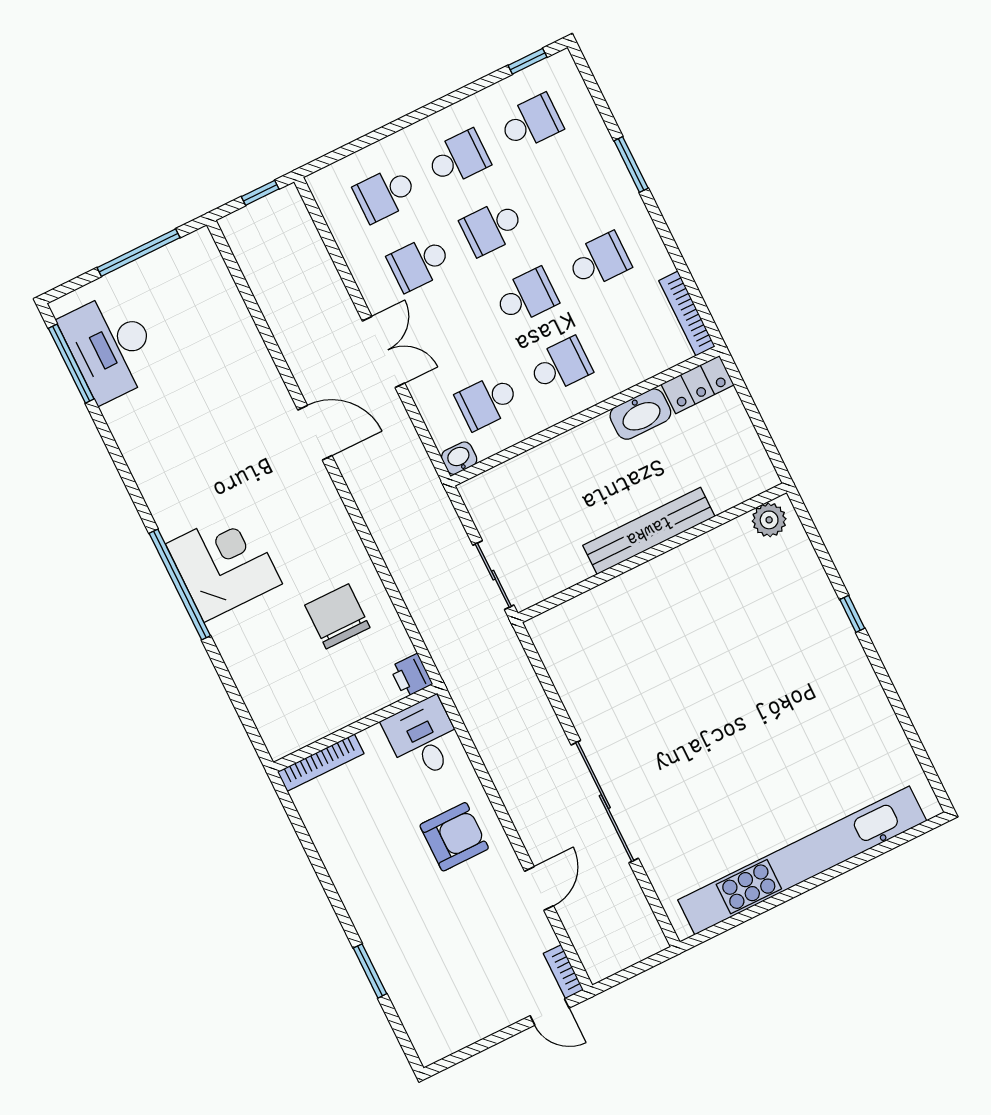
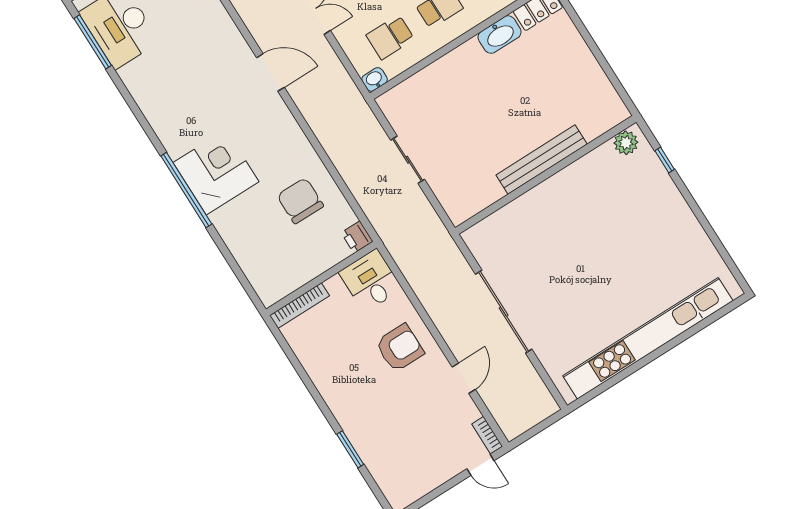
plant: (769, 520) -> (626, 143), moved
bench: (649, 531) -> (542, 160), moved
wall: (652, 553) -> (546, 175), moved

